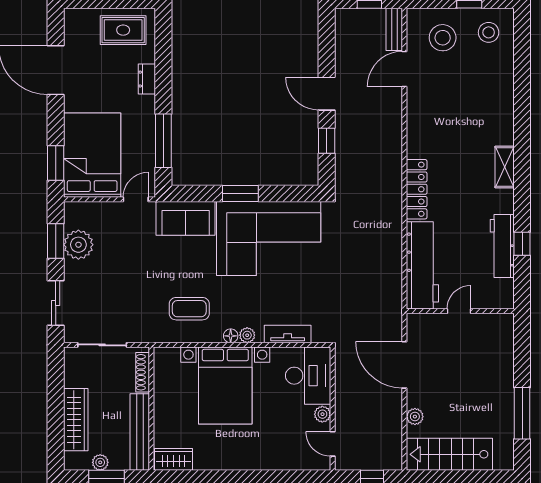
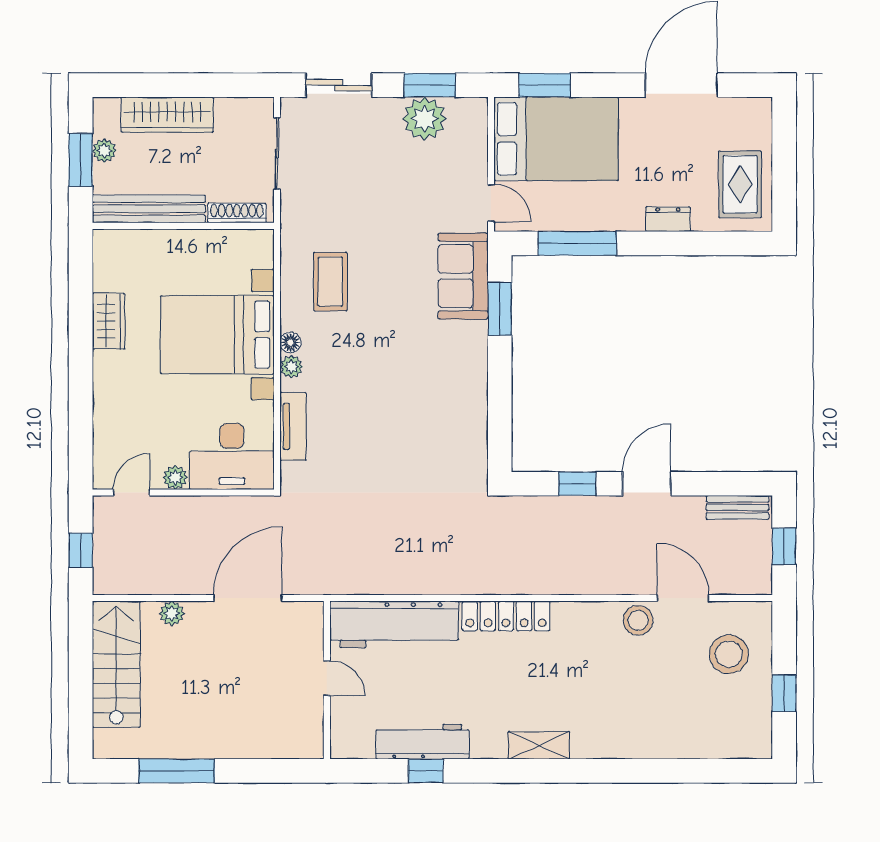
bench: (394, 29) -> (737, 507), moved
stool: (489, 32) -> (638, 620), moved
window: (240, 193) -> (500, 309), moved
corner sofa: (269, 238) -> (434, 398), removed
wardrobe: (174, 459) -> (109, 321), moved

